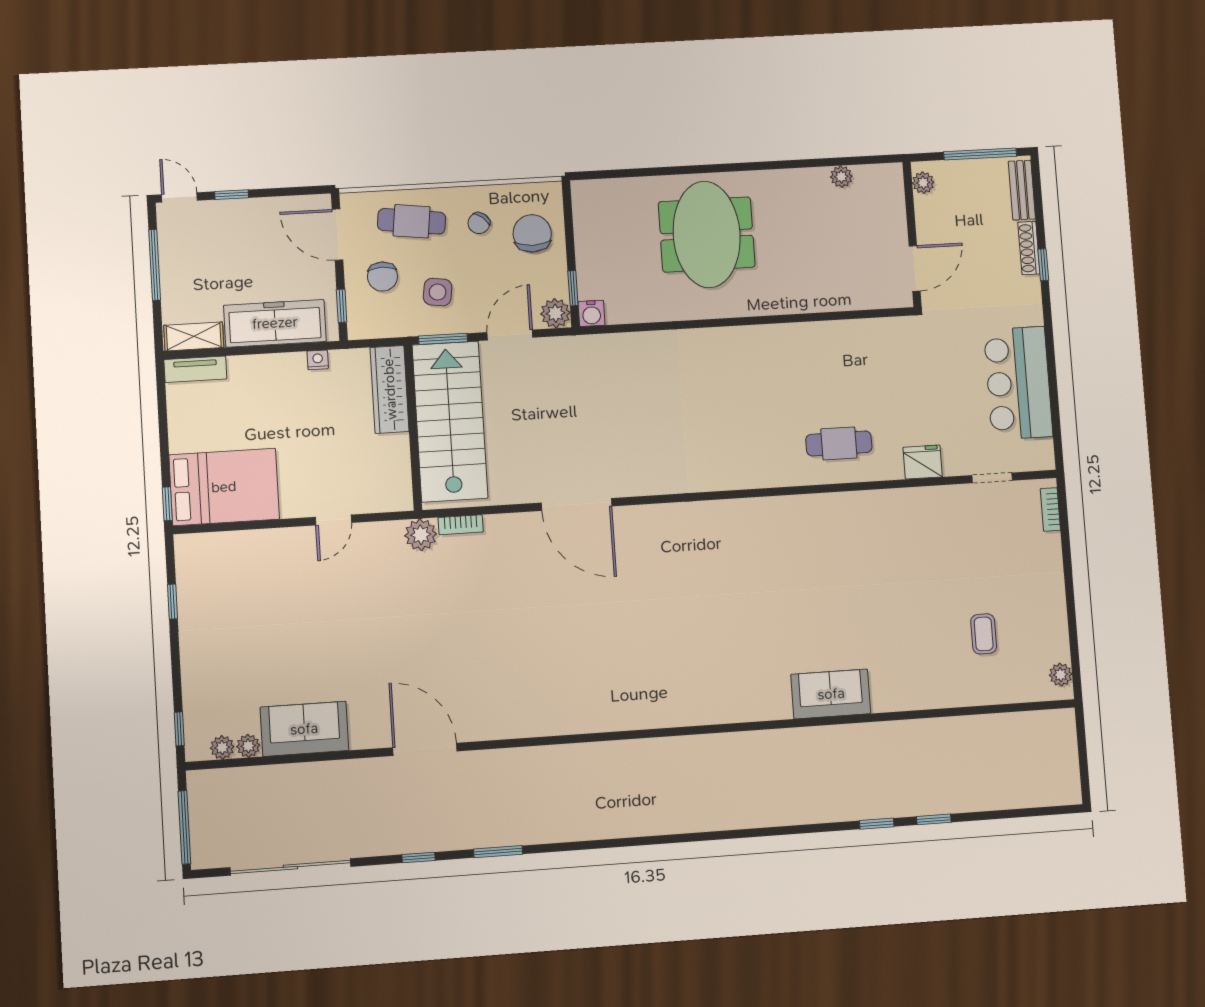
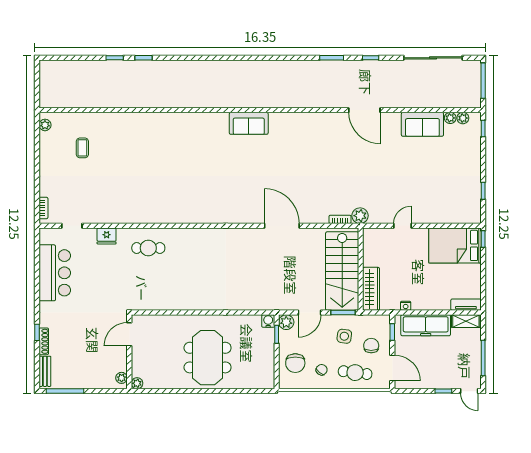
plant: (923, 183) -> (122, 378), moved
wall: (912, 234) -> (129, 352), moved
door: (915, 268) -> (129, 334), moved
sofa: (831, 694) -> (249, 123), moved

